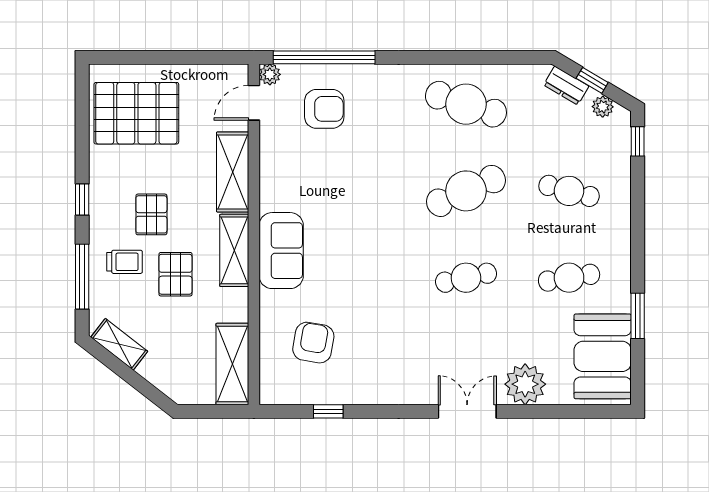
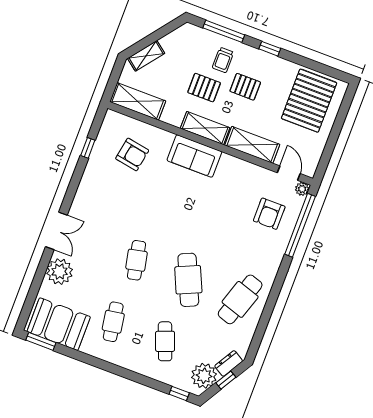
plant: (603, 107) -> (204, 376), width x1.88, depth x1.88
cafe table: (569, 191) -> (165, 341), turned -36
window: (638, 316) -> (41, 341), moved
shelving: (119, 344) -> (146, 56), moved

